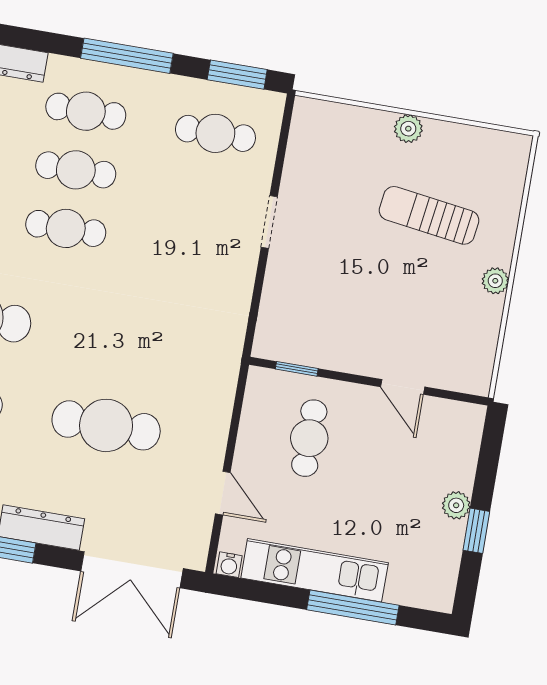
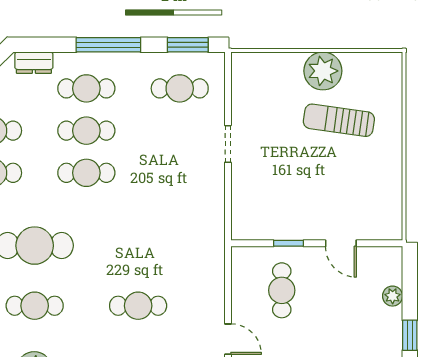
plant: (408, 129) -> (323, 71), width x1.87, depth x1.87
plant: (495, 281) -> (393, 158), removed
window: (297, 369) -> (288, 243), moved
cafe table: (106, 425) -> (138, 306), width x0.73, depth x0.74
plant: (456, 505) -> (393, 296), moved

